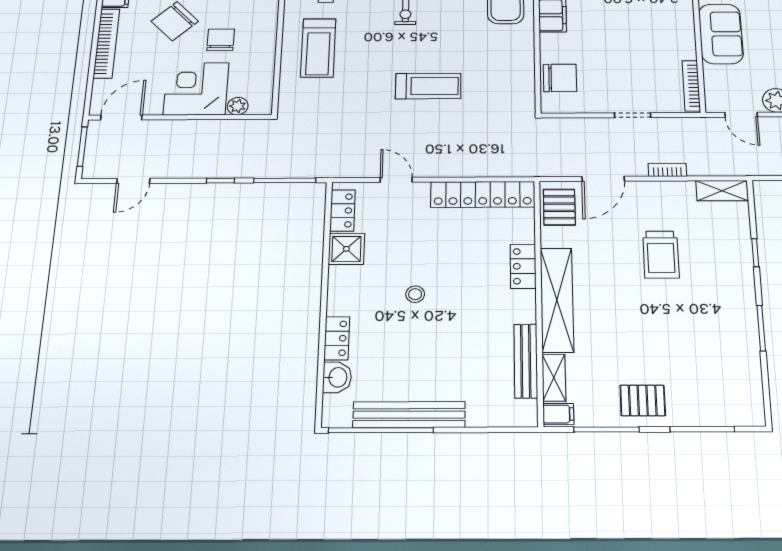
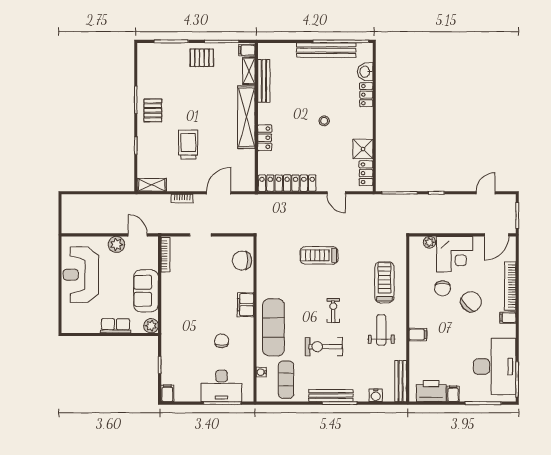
pallet: (559, 207) -> (153, 110), moved

